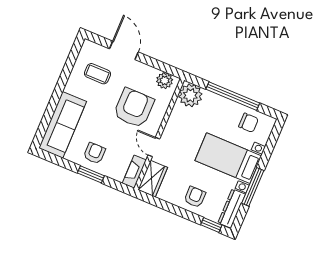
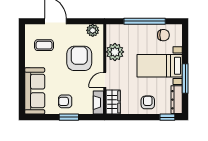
plant: (190, 95) -> (115, 52), moved
door: (154, 147) -> (105, 80), hinge flipped
armchair: (94, 153) -> (65, 101), turned -90

